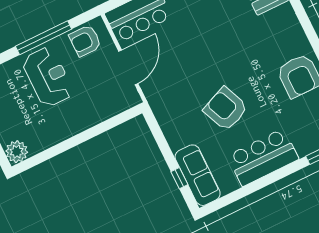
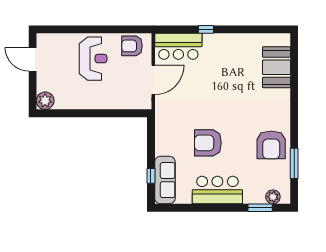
window: (44, 38) -> (104, 29), removed
armchair: (226, 109) -> (208, 143), turned -67

